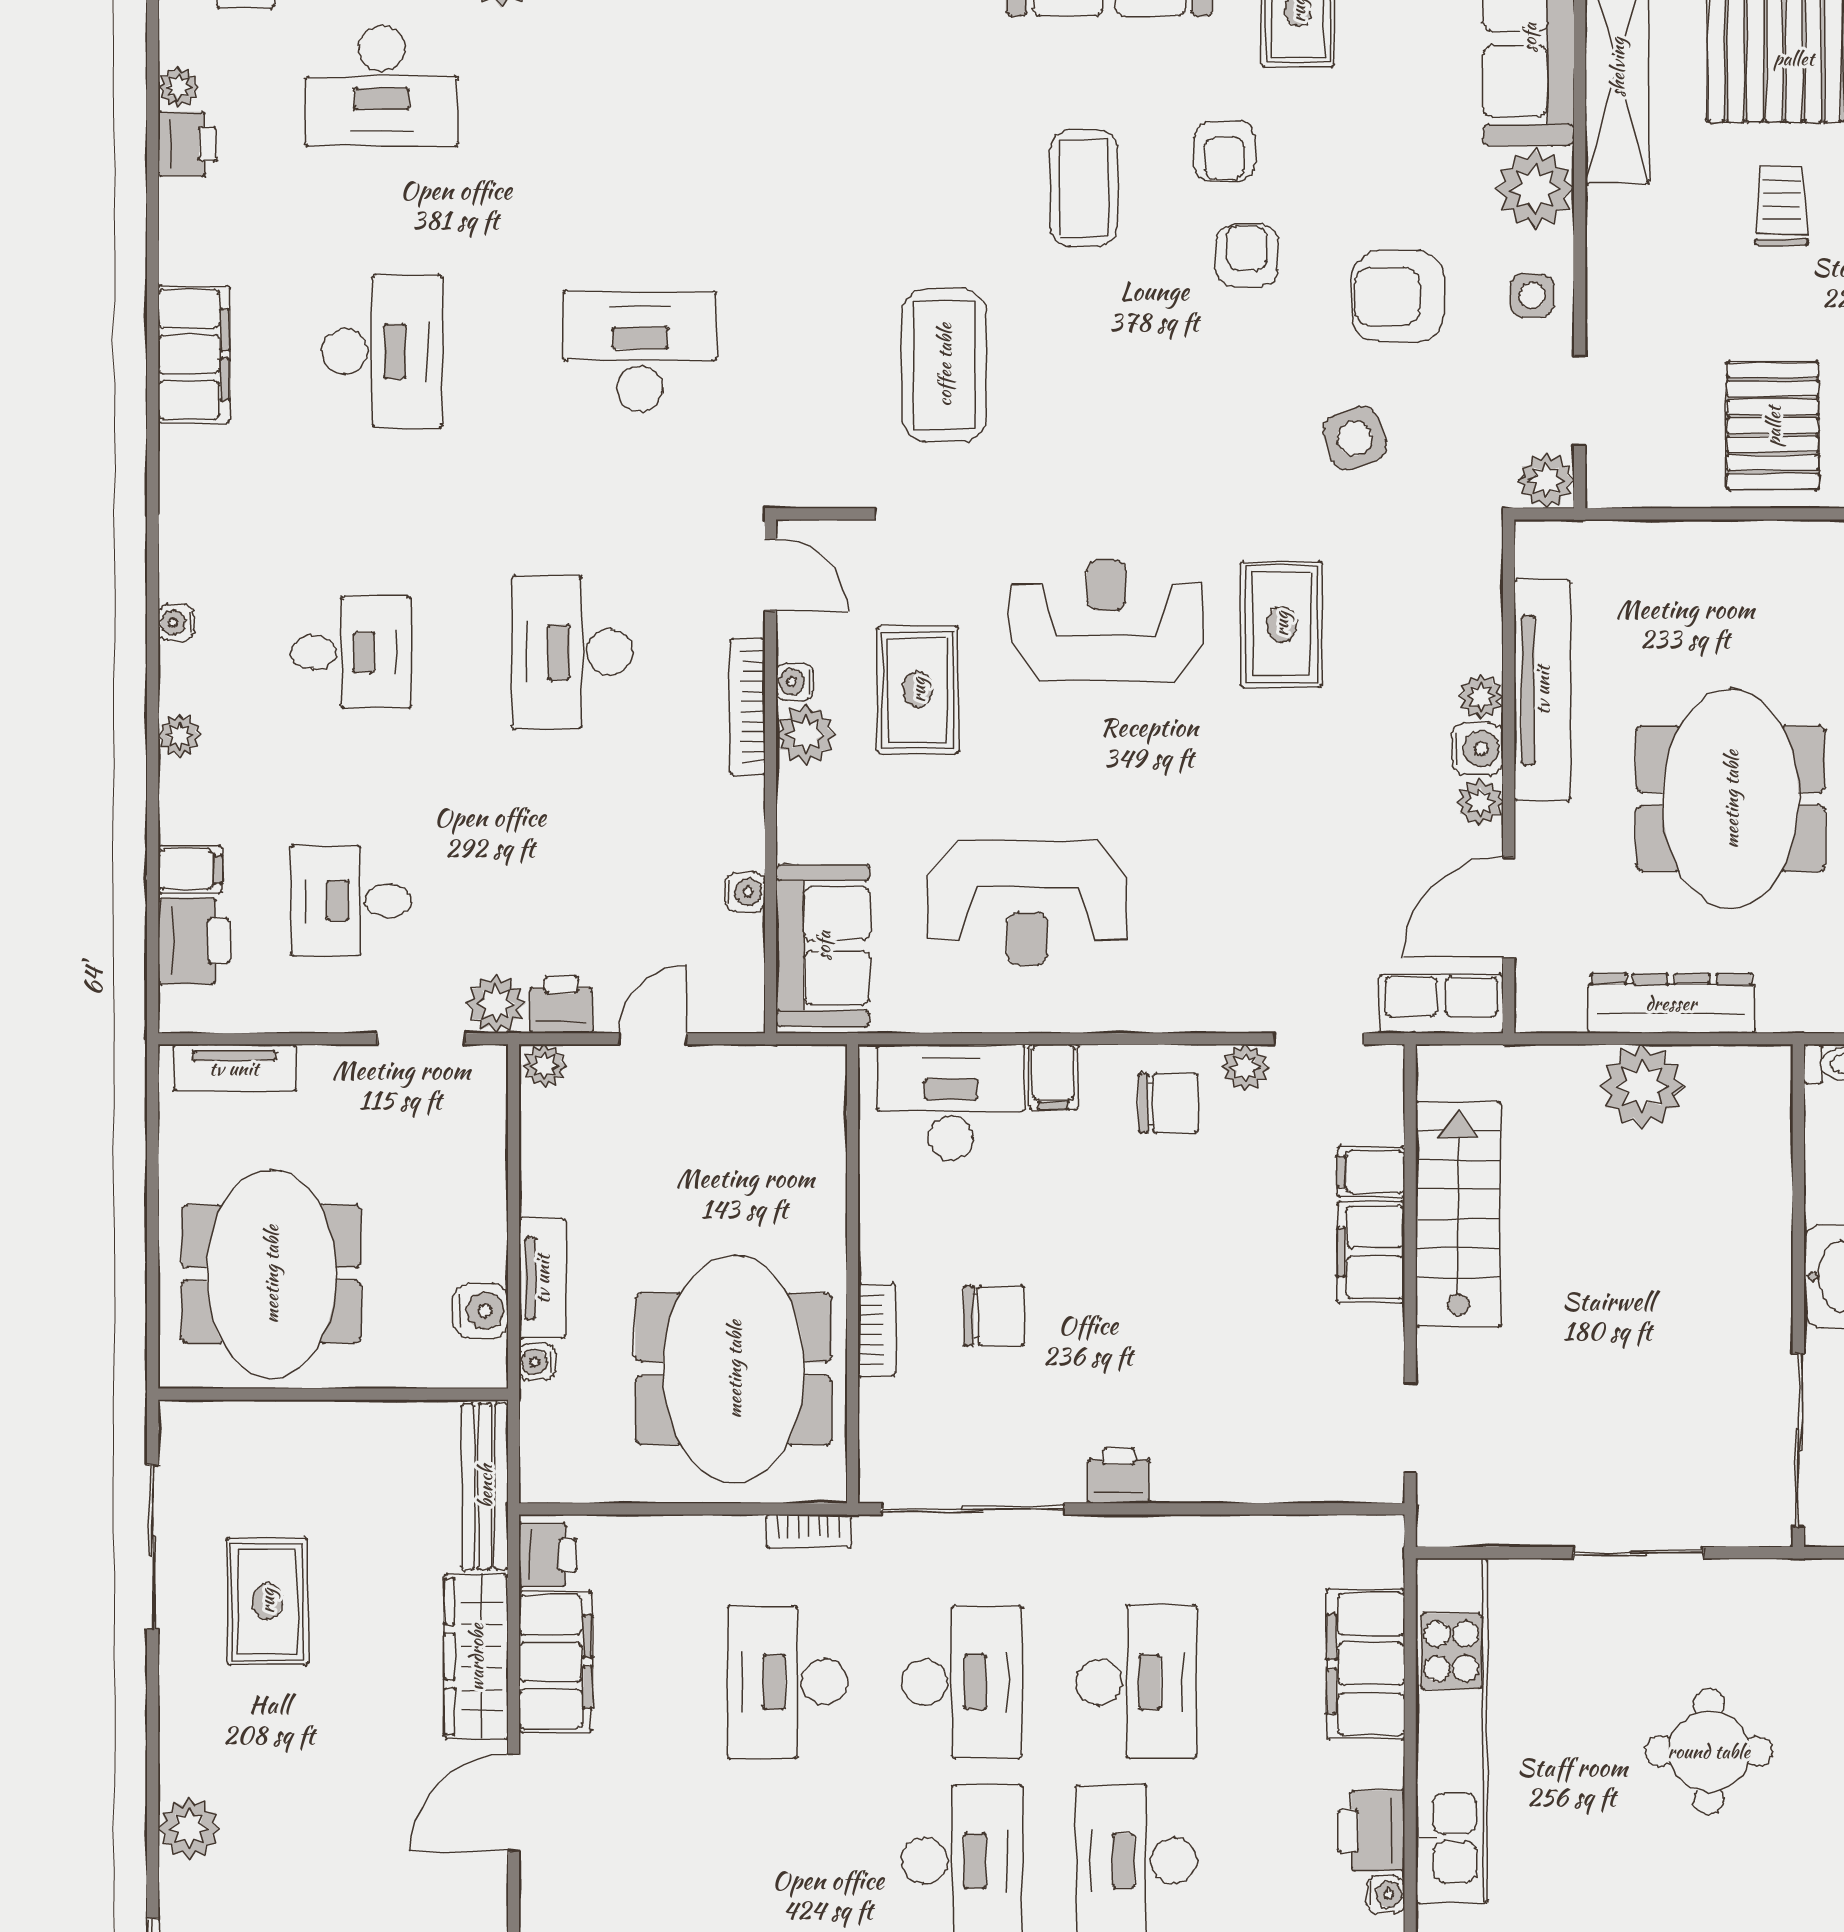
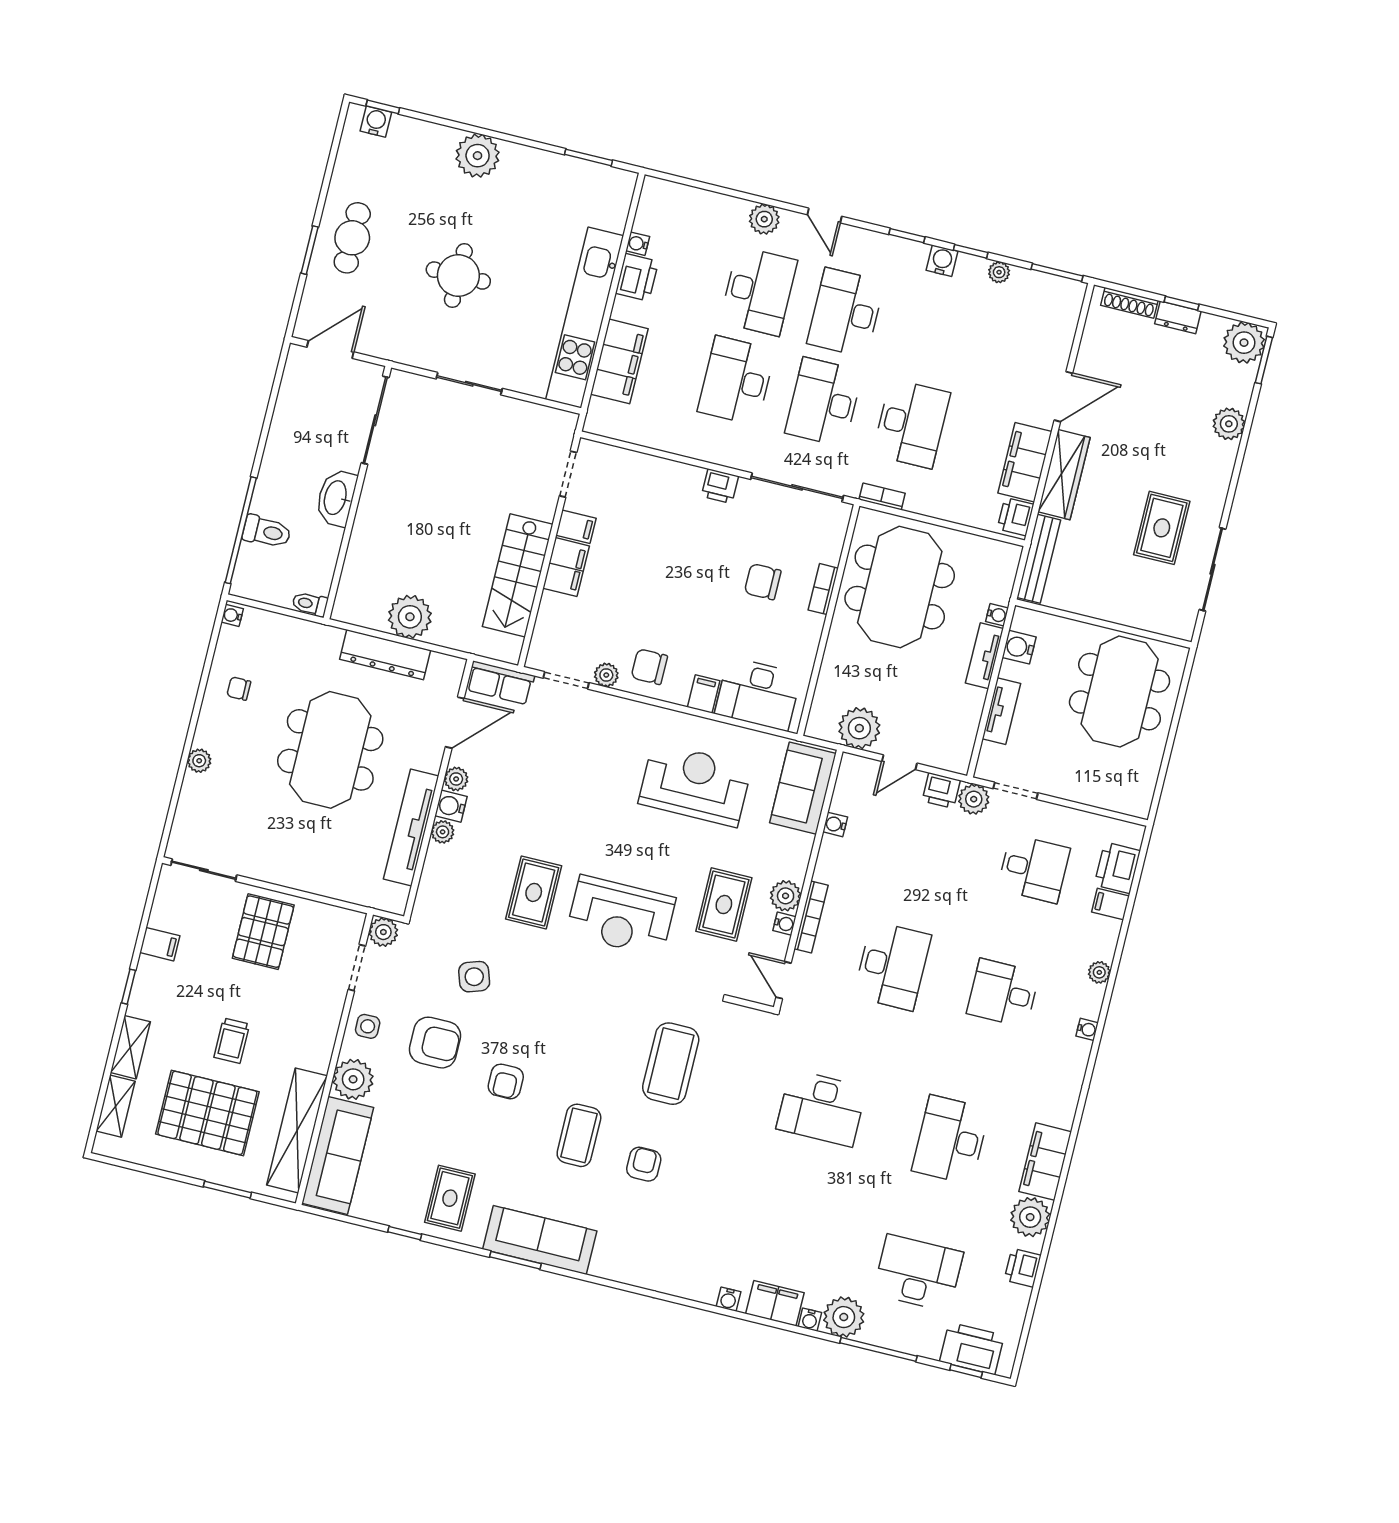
plant: (179, 87) -> (1030, 1217), moved, width x1.88, depth x1.88
armchair: (1224, 151) -> (644, 1164), moved
plant: (544, 1066) -> (859, 728), moved, width x1.88, depth x1.88
tv unit: (234, 1068) -> (1001, 711), moved, turned 90
filing cabinet: (1371, 1172) -> (576, 527), moved

